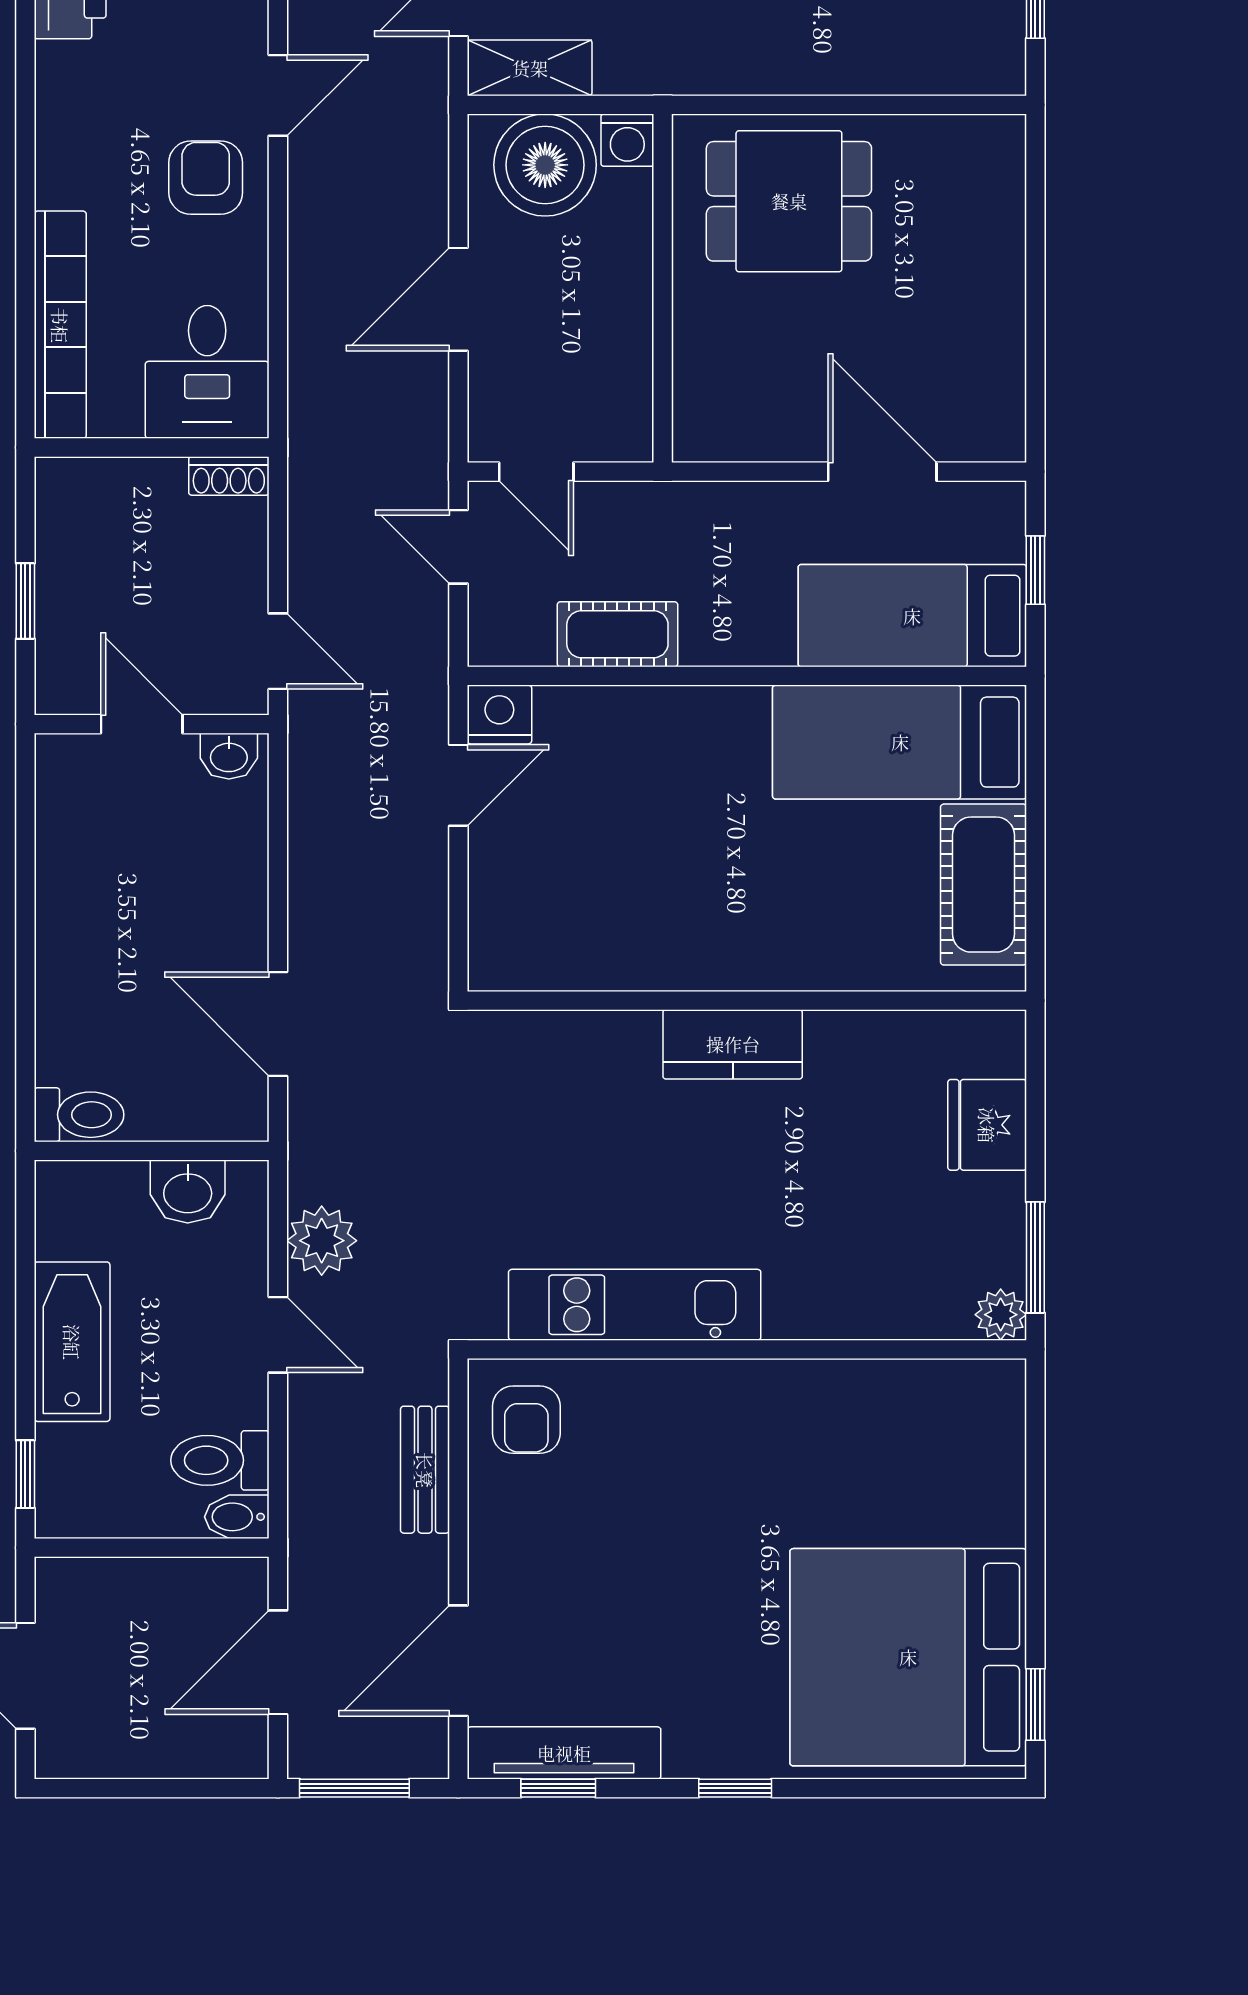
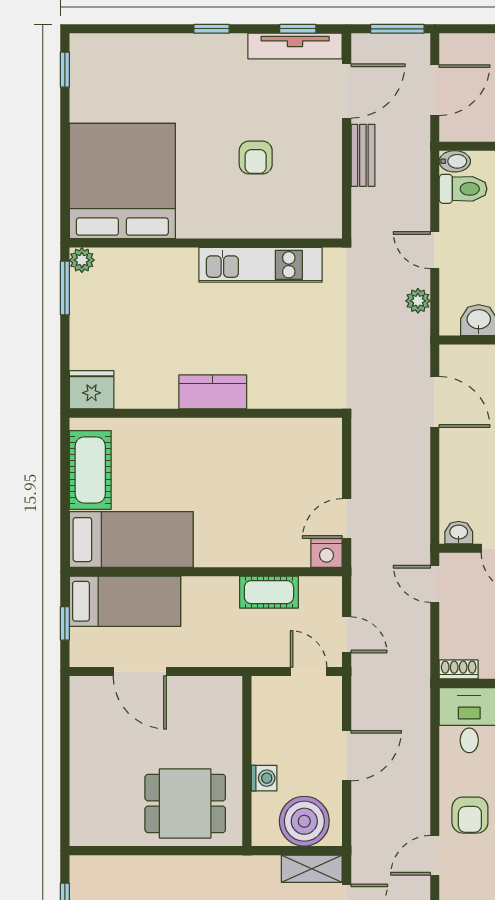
washing machine: (627, 140) -> (264, 778), moved, turned 90
fridge: (987, 1125) -> (92, 390), moved, turned -90
plant: (322, 1241) -> (418, 301), width x0.73, depth x0.73
armchair: (526, 1420) -> (256, 158), moved, turned 180
bench: (425, 1470) -> (363, 155), moved
bed: (908, 1657) -> (122, 181), moved, turned -90

